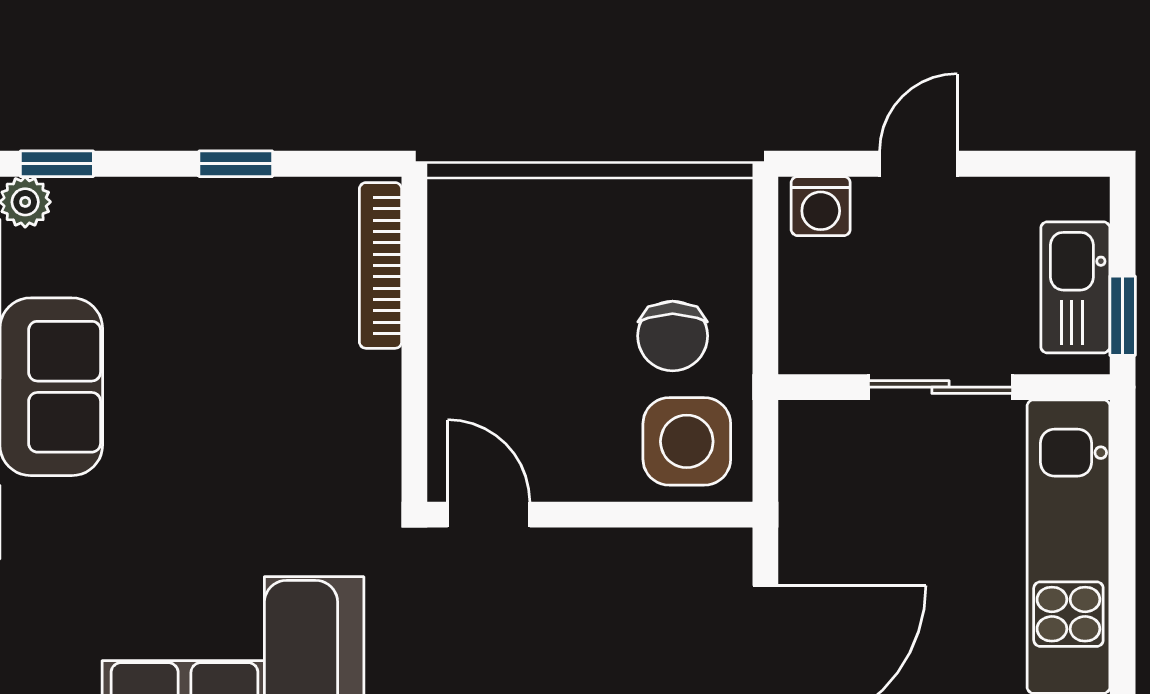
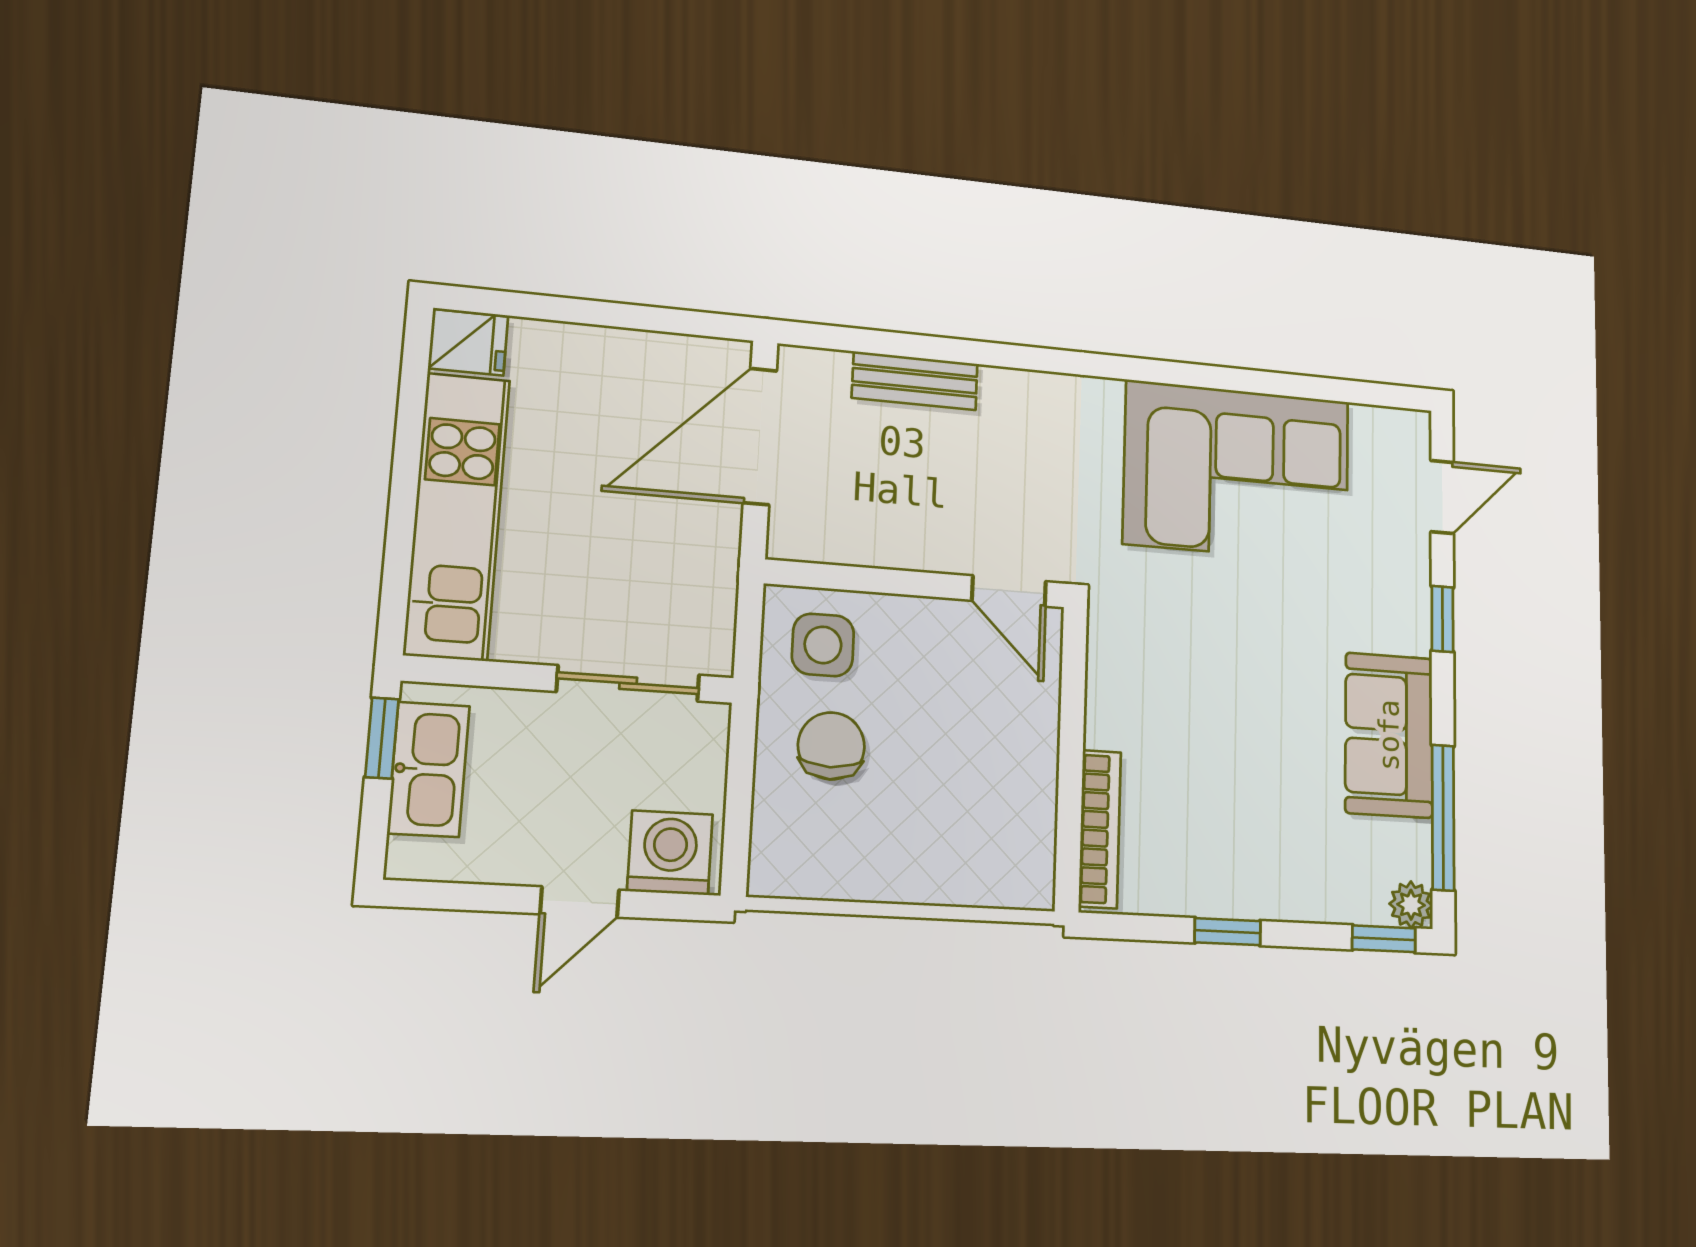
washing machine: (821, 206) -> (670, 853), width x1.38, depth x1.38
sliding door: (940, 387) -> (628, 683), moved
side table: (687, 441) -> (823, 645), width x0.73, depth x0.73

